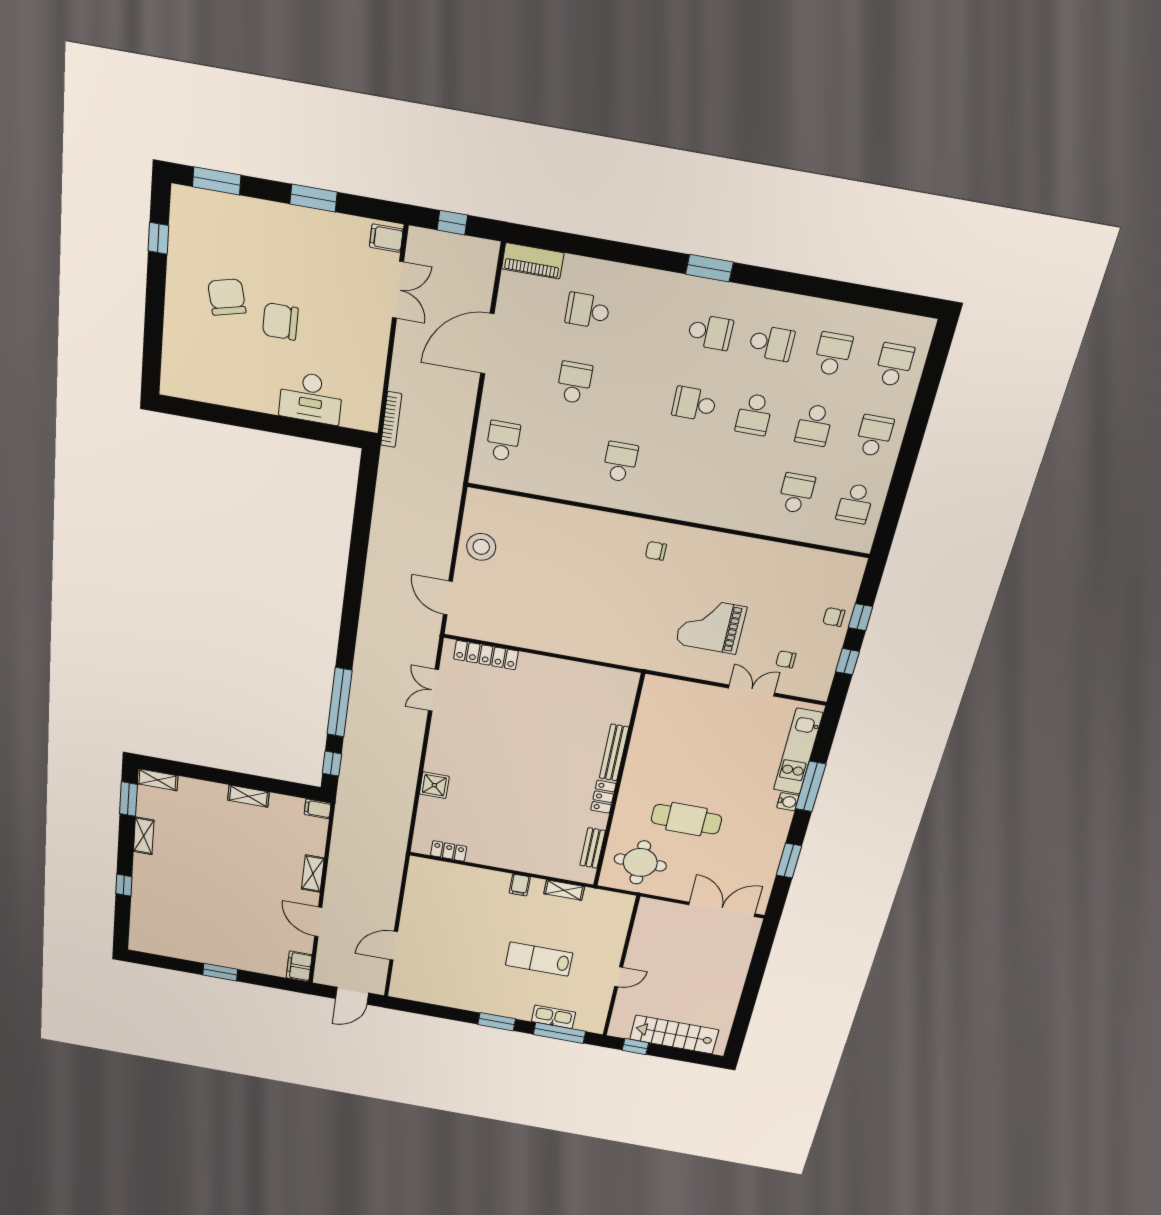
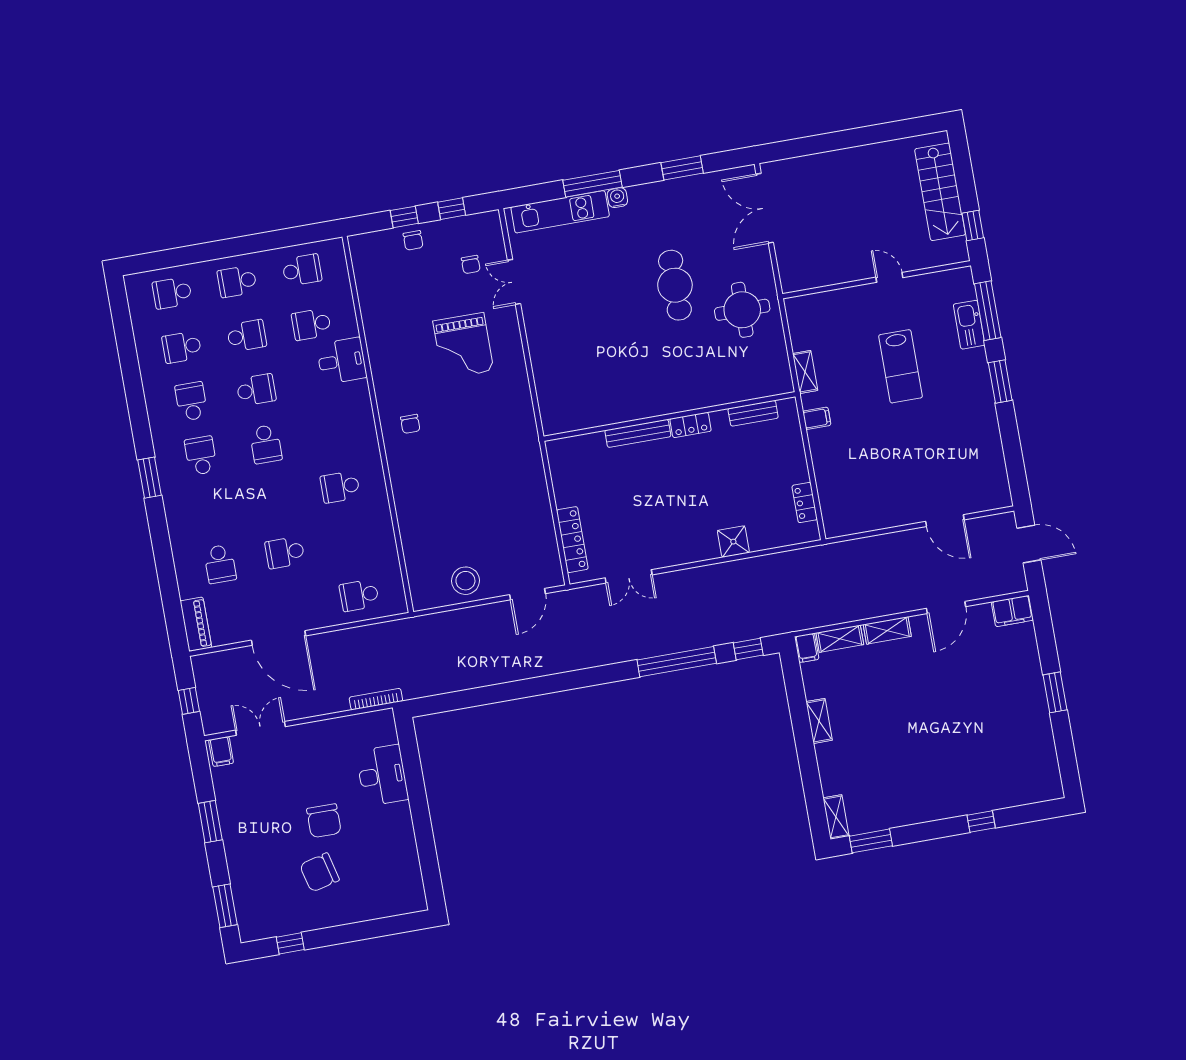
desk: (746, 509) -> (342, 361), added
bench: (614, 753) -> (638, 433), moved
wall: (618, 783) -> (670, 416), moved
locker: (603, 797) -> (691, 425), moved
shelving: (144, 836) -> (840, 639), moved
bench: (593, 848) -> (753, 413), moved

